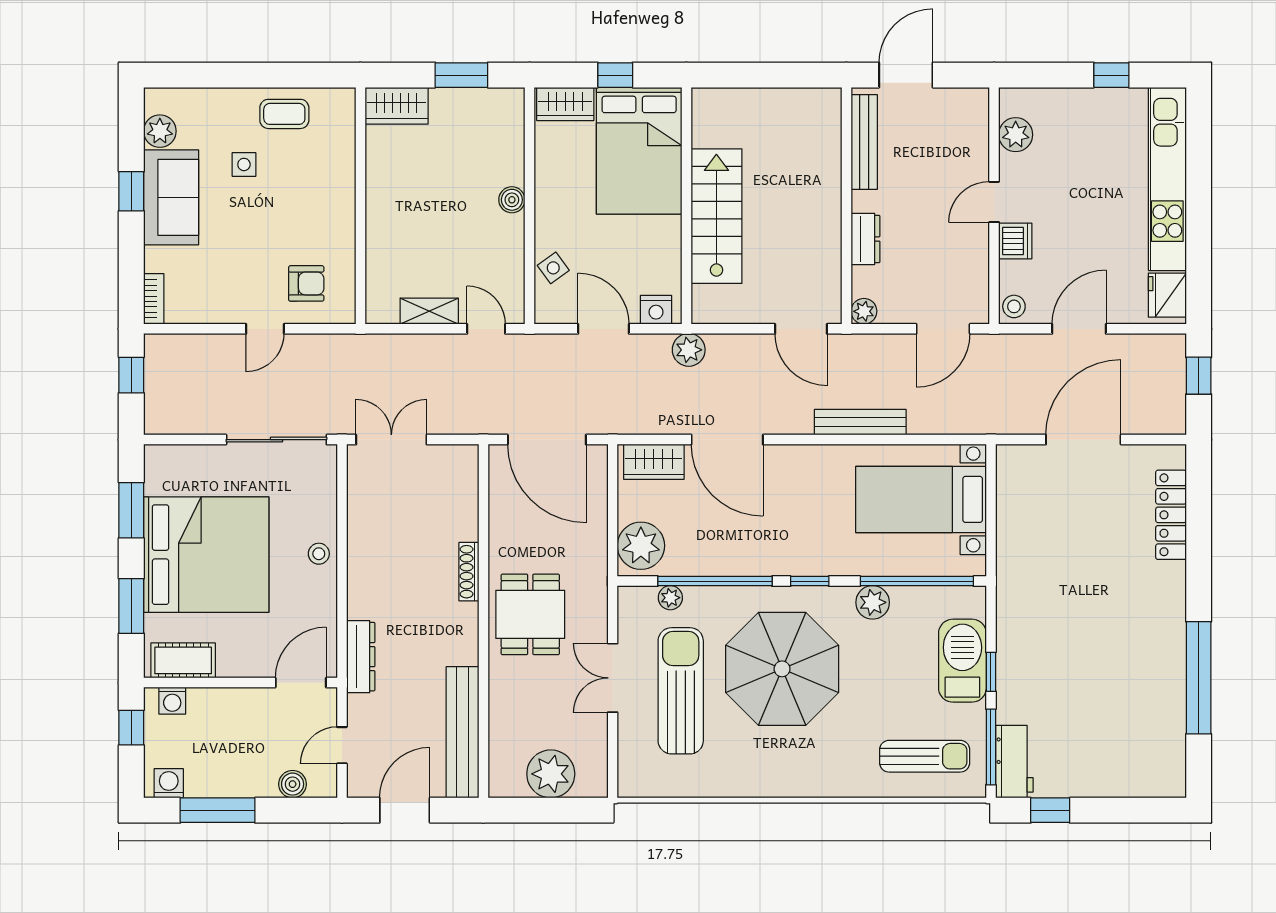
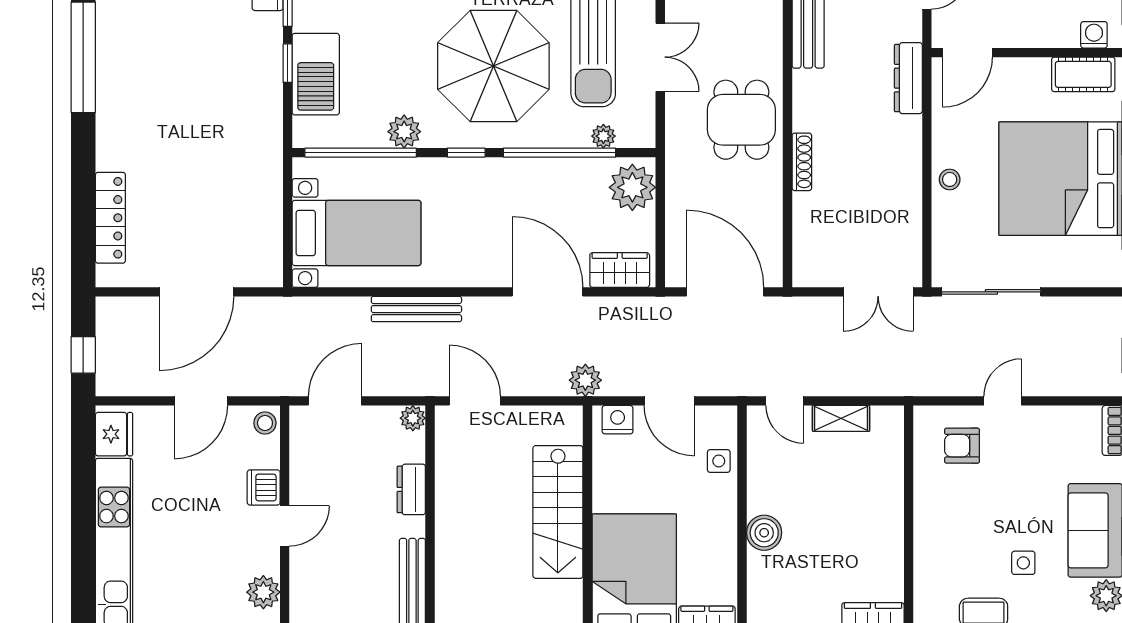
boiler: (512, 200) -> (764, 533), width x1.36, depth x1.36
side table: (553, 268) -> (719, 461), turned 36

